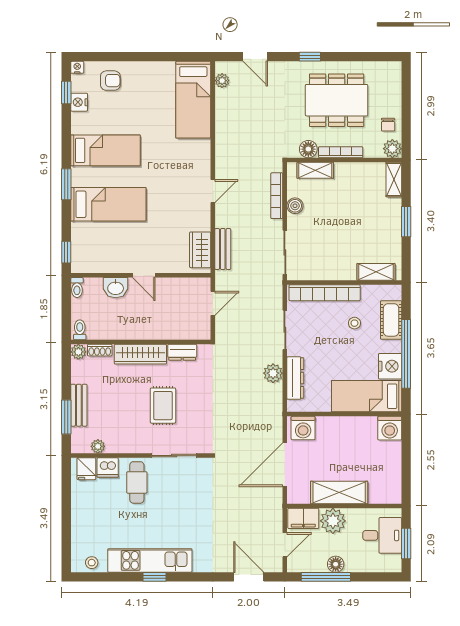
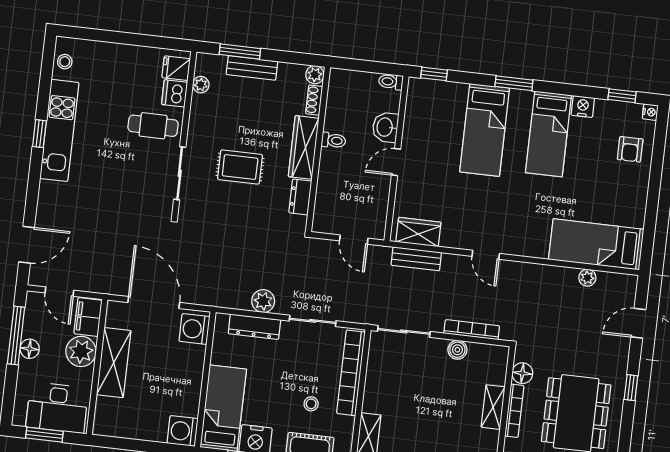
plant: (222, 81) -> (587, 278), moved
nightstand: (79, 102) -> (583, 107), moved
shelving: (315, 170) -> (493, 407), moved
toilet: (80, 330) -> (334, 140), moved
desk: (382, 535) -> (57, 408), width x1.37

